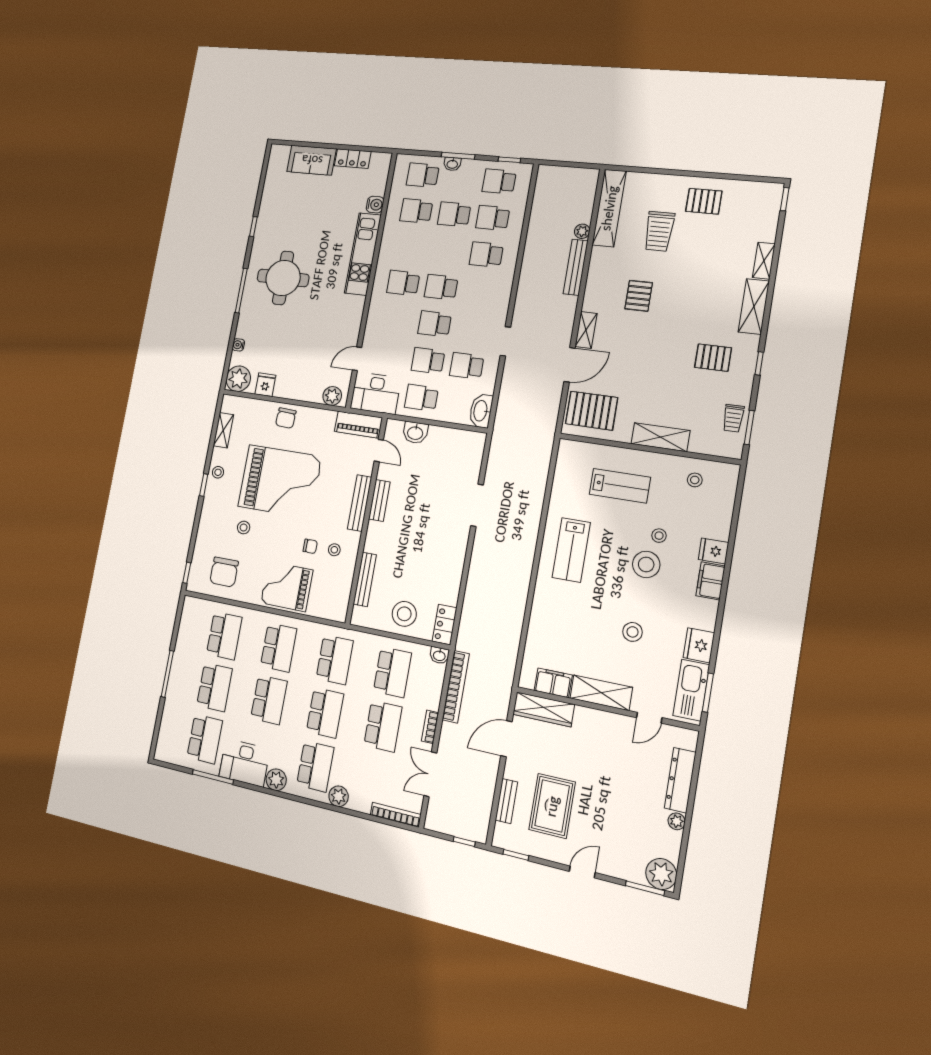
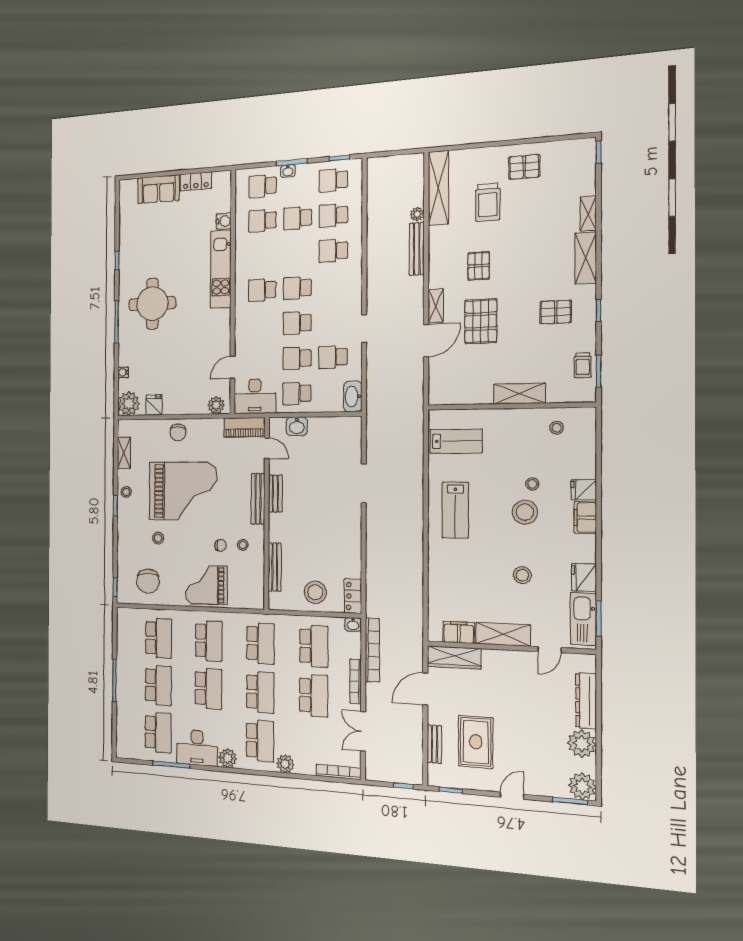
pallet: (592, 411) -> (481, 321), moved, turned 90
lab bench: (620, 486) -> (456, 441), moved
bookcase: (430, 727) -> (356, 681), width x1.56
plant: (677, 821) -> (582, 744), width x1.87, depth x1.87

